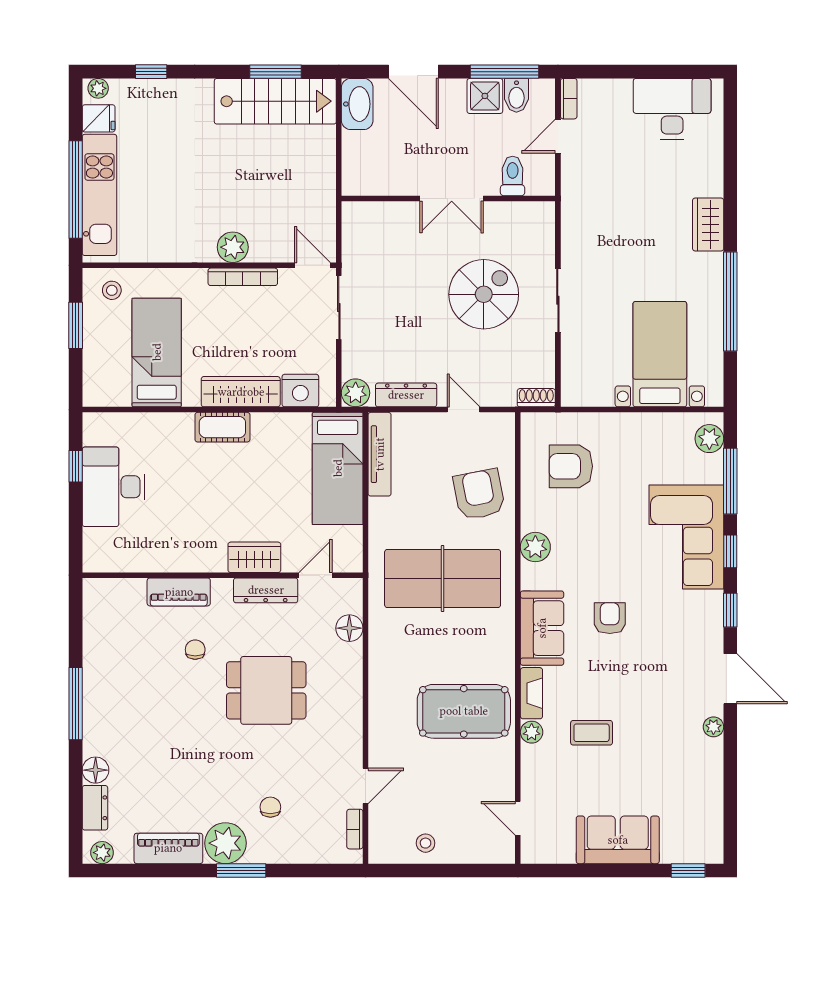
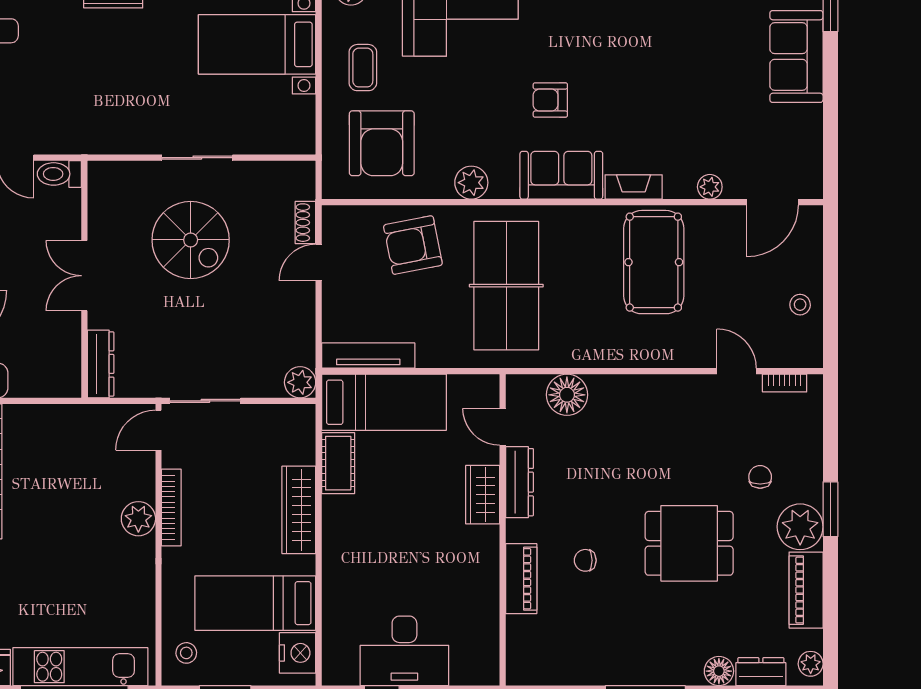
toilet: (513, 176) -> (59, 174), moved
double door: (452, 199) -> (84, 276), swing flipped
spiral stairs: (484, 294) -> (191, 240), turned 180
nightstand: (300, 391) -> (298, 653), moved
dresser: (406, 395) -> (101, 364), moved, turned 180
shoe rack: (536, 398) -> (305, 223), moved
cot: (222, 427) -> (338, 463), moved
armchair: (571, 466) -> (382, 143), width x1.36, depth x1.36
floor lamp: (349, 628) -> (567, 395), width x1.38, depth x1.38
dining table: (266, 690) -> (689, 543), moved, turned 90
plant: (532, 732) -> (710, 187), moved
coffee table: (592, 733) -> (363, 68), moved
chair: (270, 807) -> (760, 477), turned 90
door: (518, 818) -> (773, 202), width x1.38
sofa: (618, 840) -> (796, 56), moved

